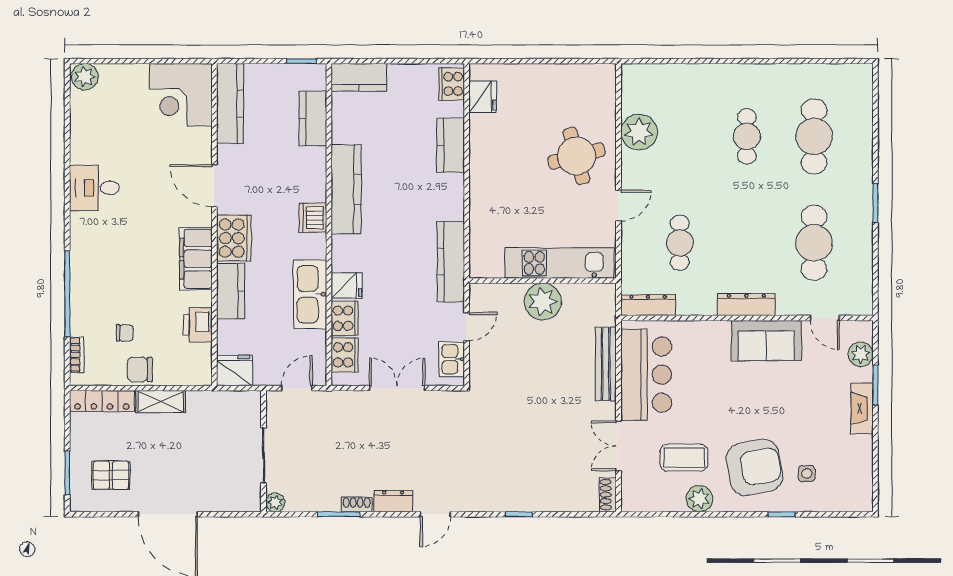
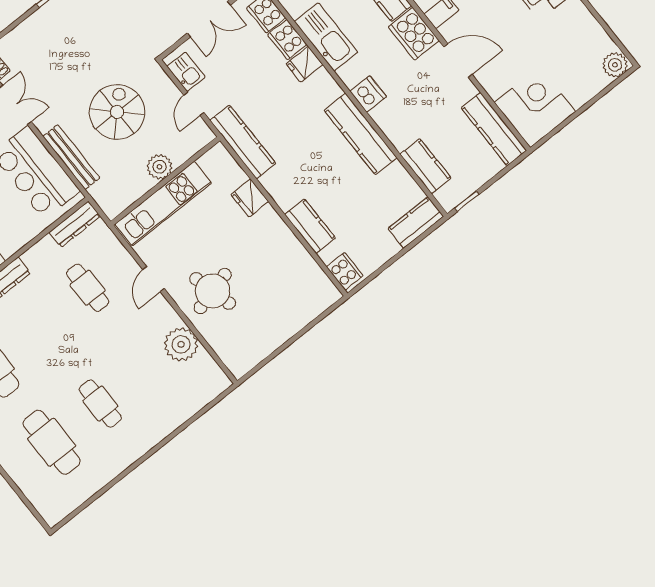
fridge: (483, 97) -> (250, 198), moved
plant: (543, 301) -> (160, 167), width x0.73, depth x0.73
spiral stairs: (537, 371) -> (117, 112), added

